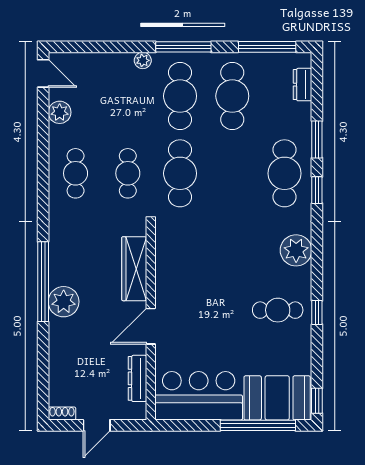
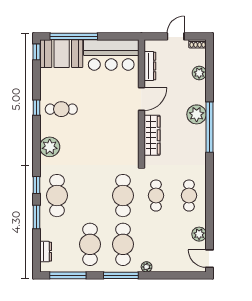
plant: (59, 367) -> (199, 73), added

